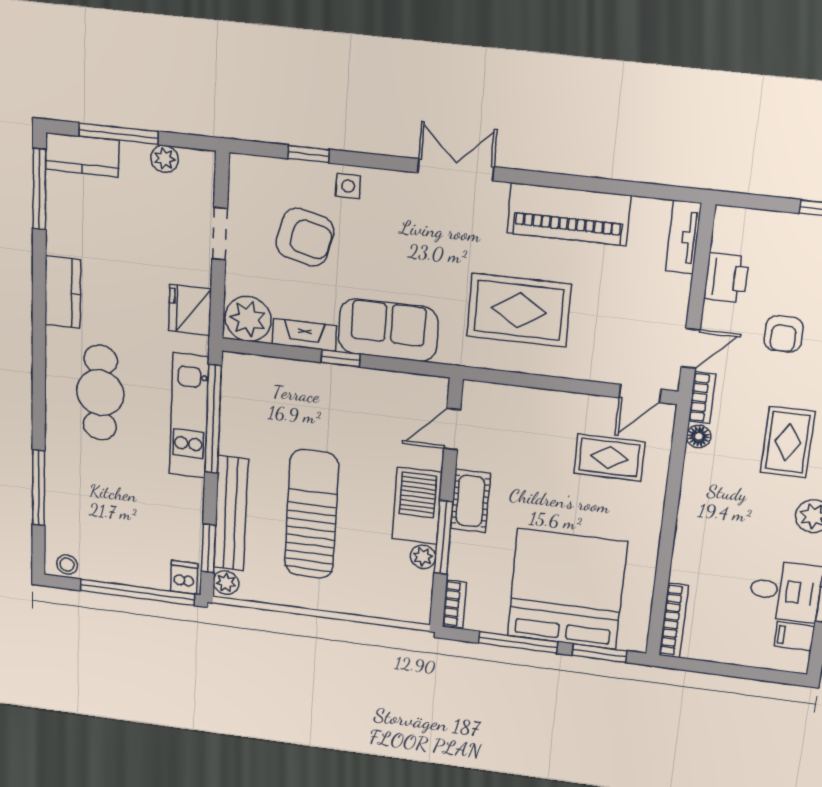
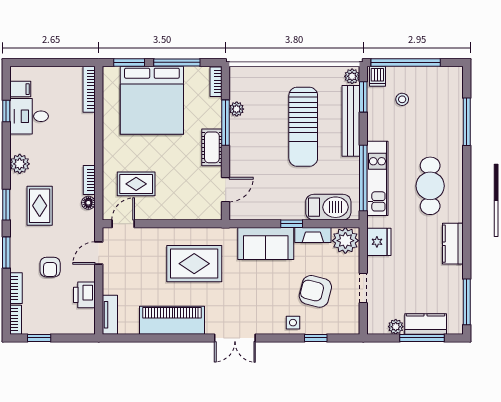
kitchen counter: (82, 155) -> (426, 324), moved
armchair: (784, 334) -> (50, 267), turned 180
bookcase: (702, 398) -> (89, 180), moved
barbecue: (417, 506) -> (328, 207), moved, turned -90
stool: (67, 564) -> (402, 99), moved

